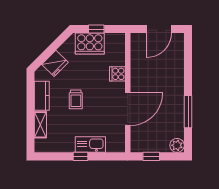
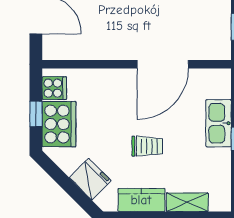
cooker: (117, 74) -> (54, 88), moved, turned -90
door: (128, 109) -> (163, 64), swing flipped

